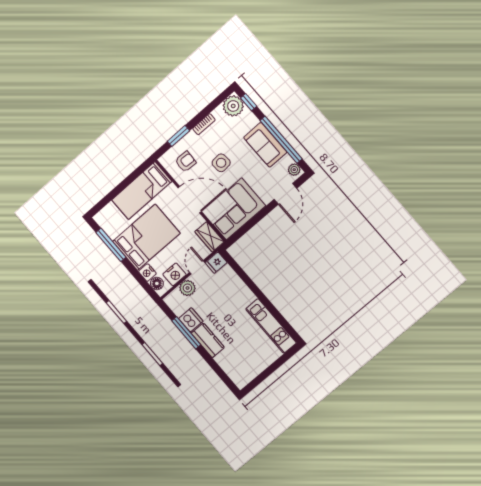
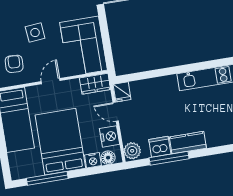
door: (190, 200) -> (51, 81), width x0.53
plant: (187, 288) -> (132, 151), moved

